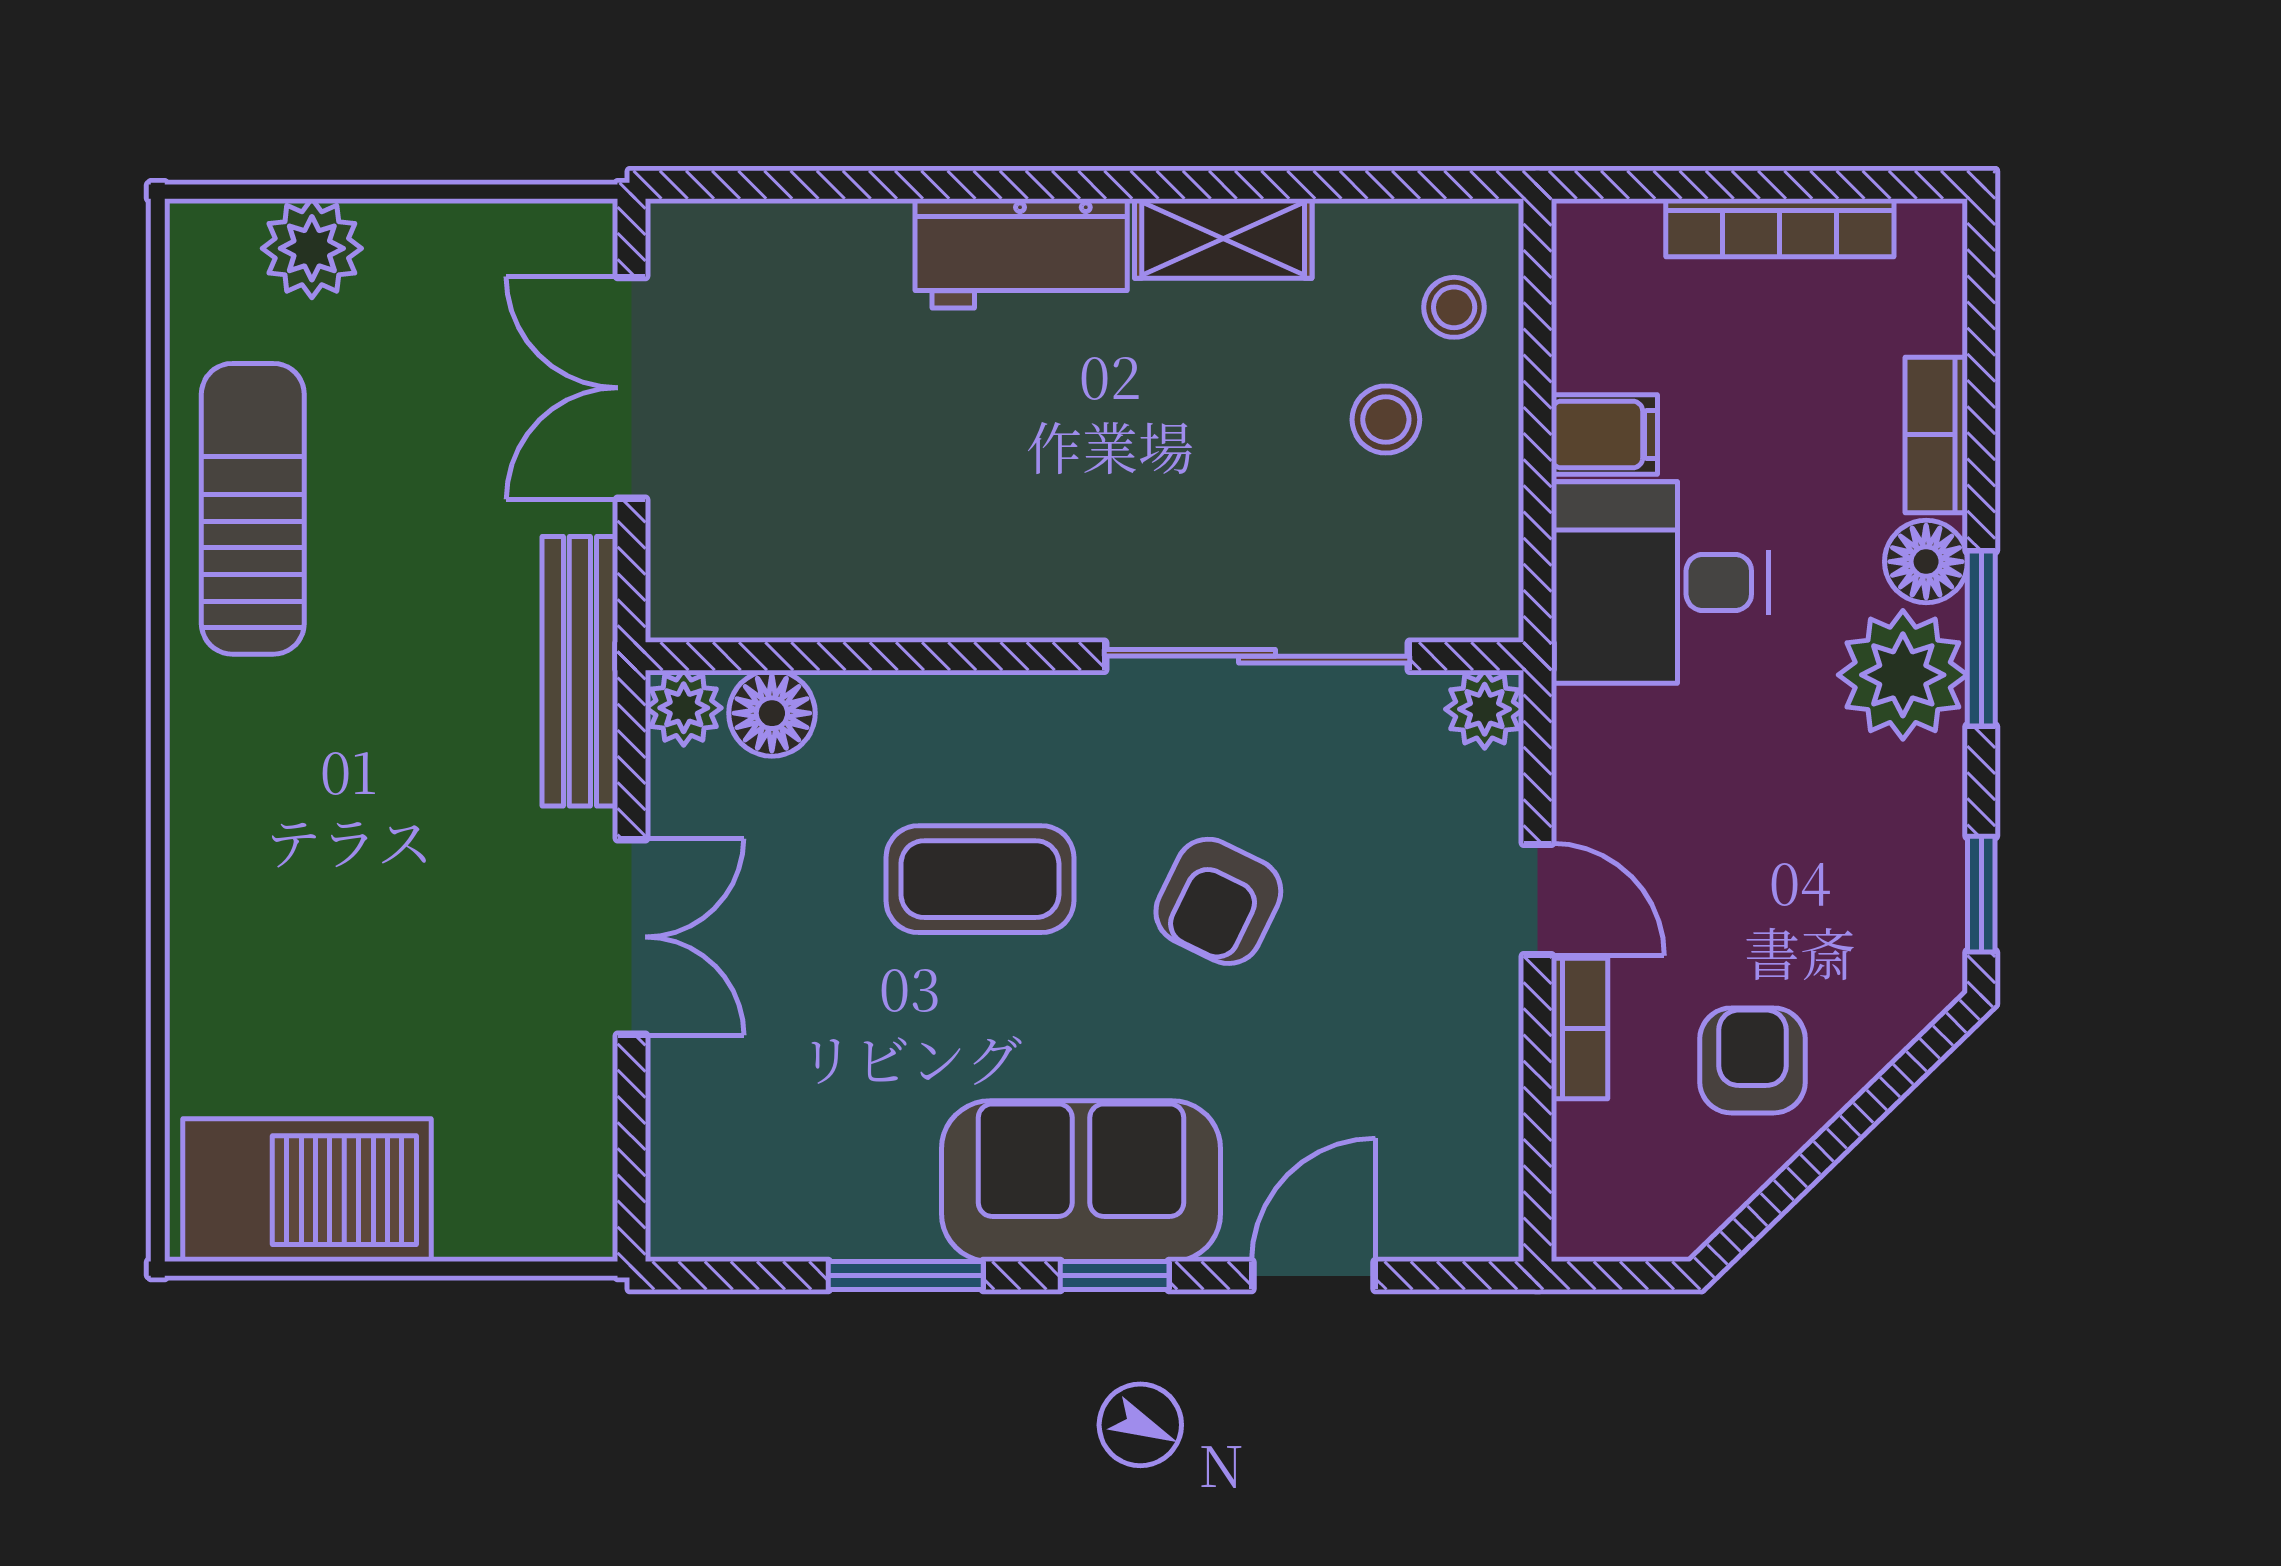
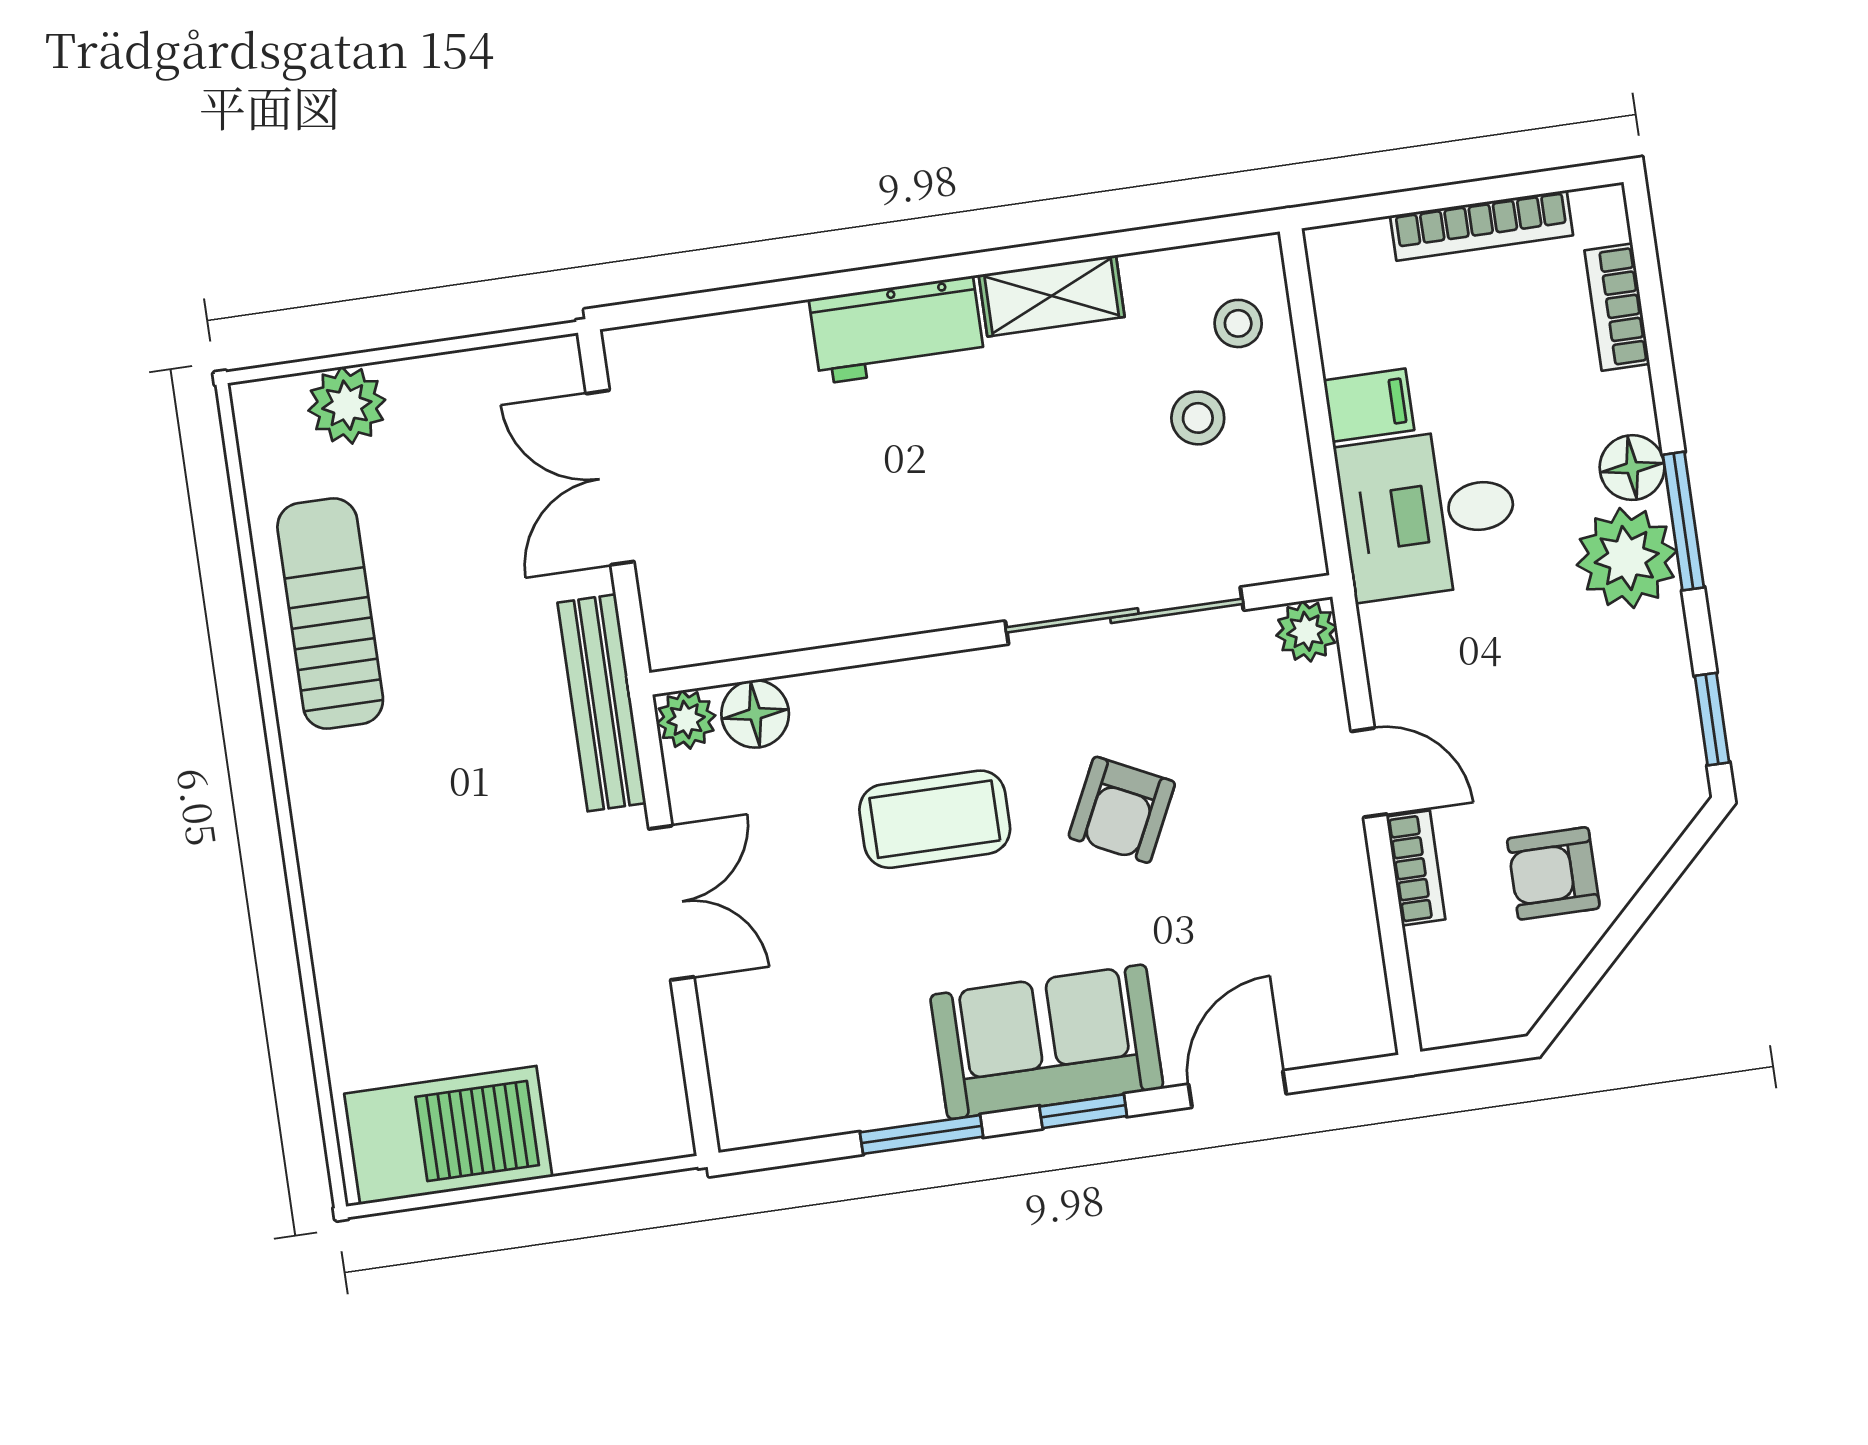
bookcase: (1936, 435) -> (1617, 307), moved
armchair: (1752, 1060) -> (1553, 873), turned -90

